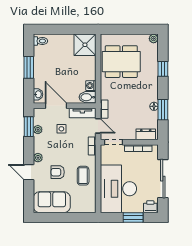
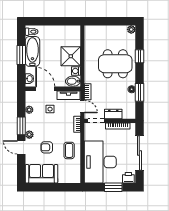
shower: (85, 45) -> (71, 56), moved
dining table: (121, 62) -> (115, 64), moved
bathtub: (41, 63) -> (32, 51), added
window: (29, 127) -> (21, 126), moved
dresser: (146, 134) -> (113, 114), moved

